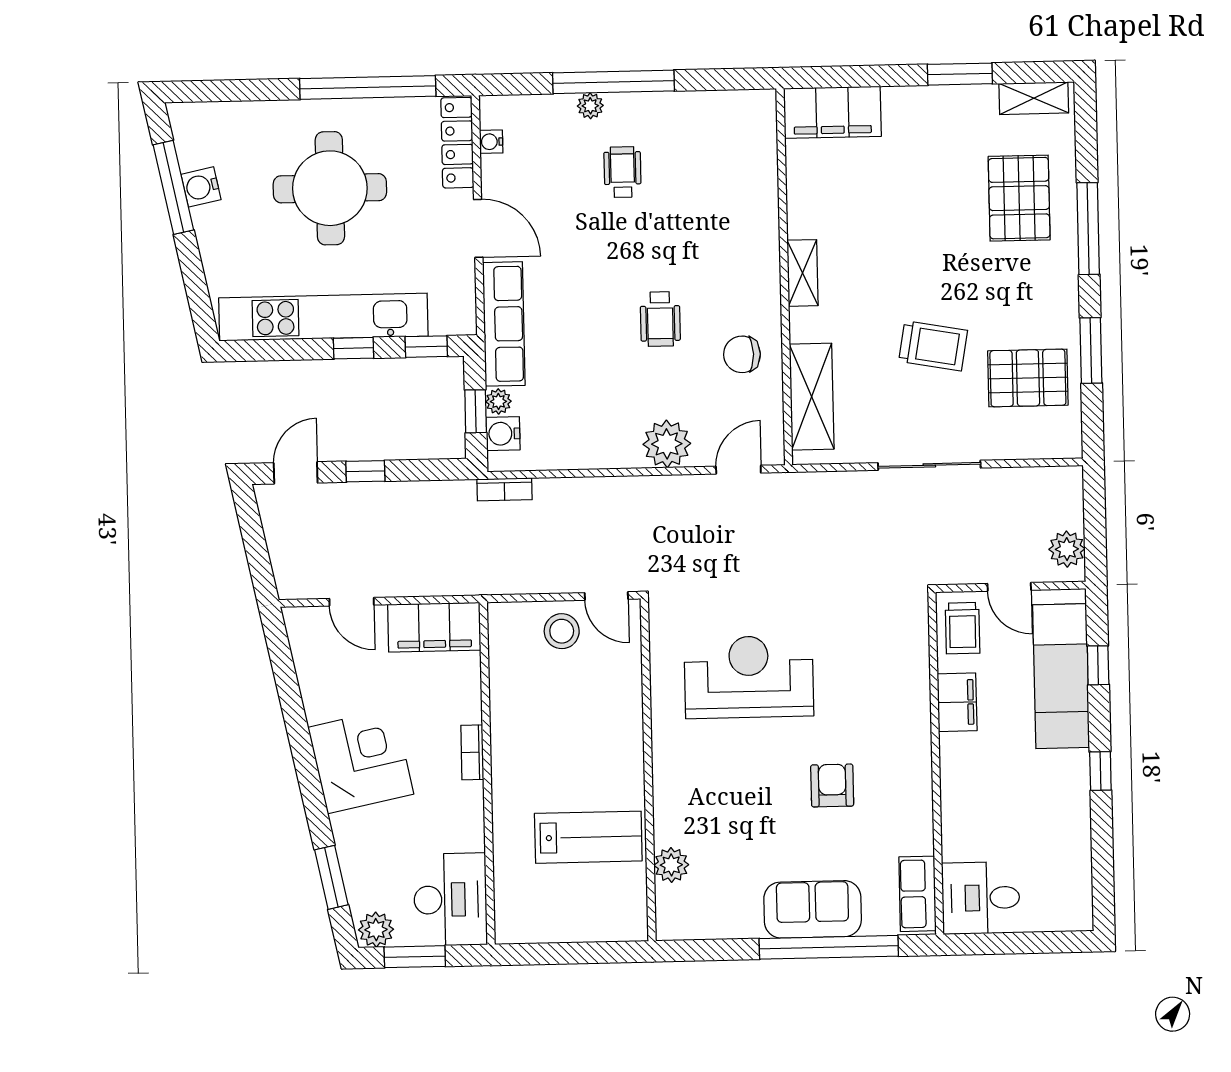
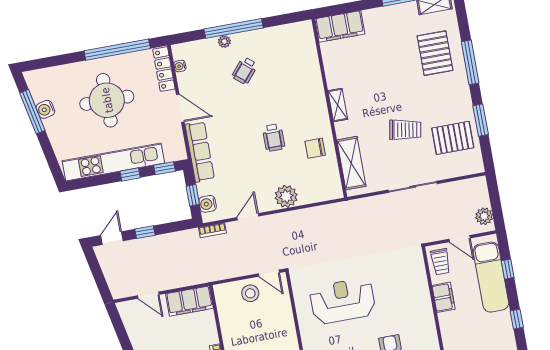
wheelchair: (622, 172) -> (245, 71), turned -140
plant: (498, 401) -> (203, 189), removed
door: (738, 470) -> (248, 217), moved

